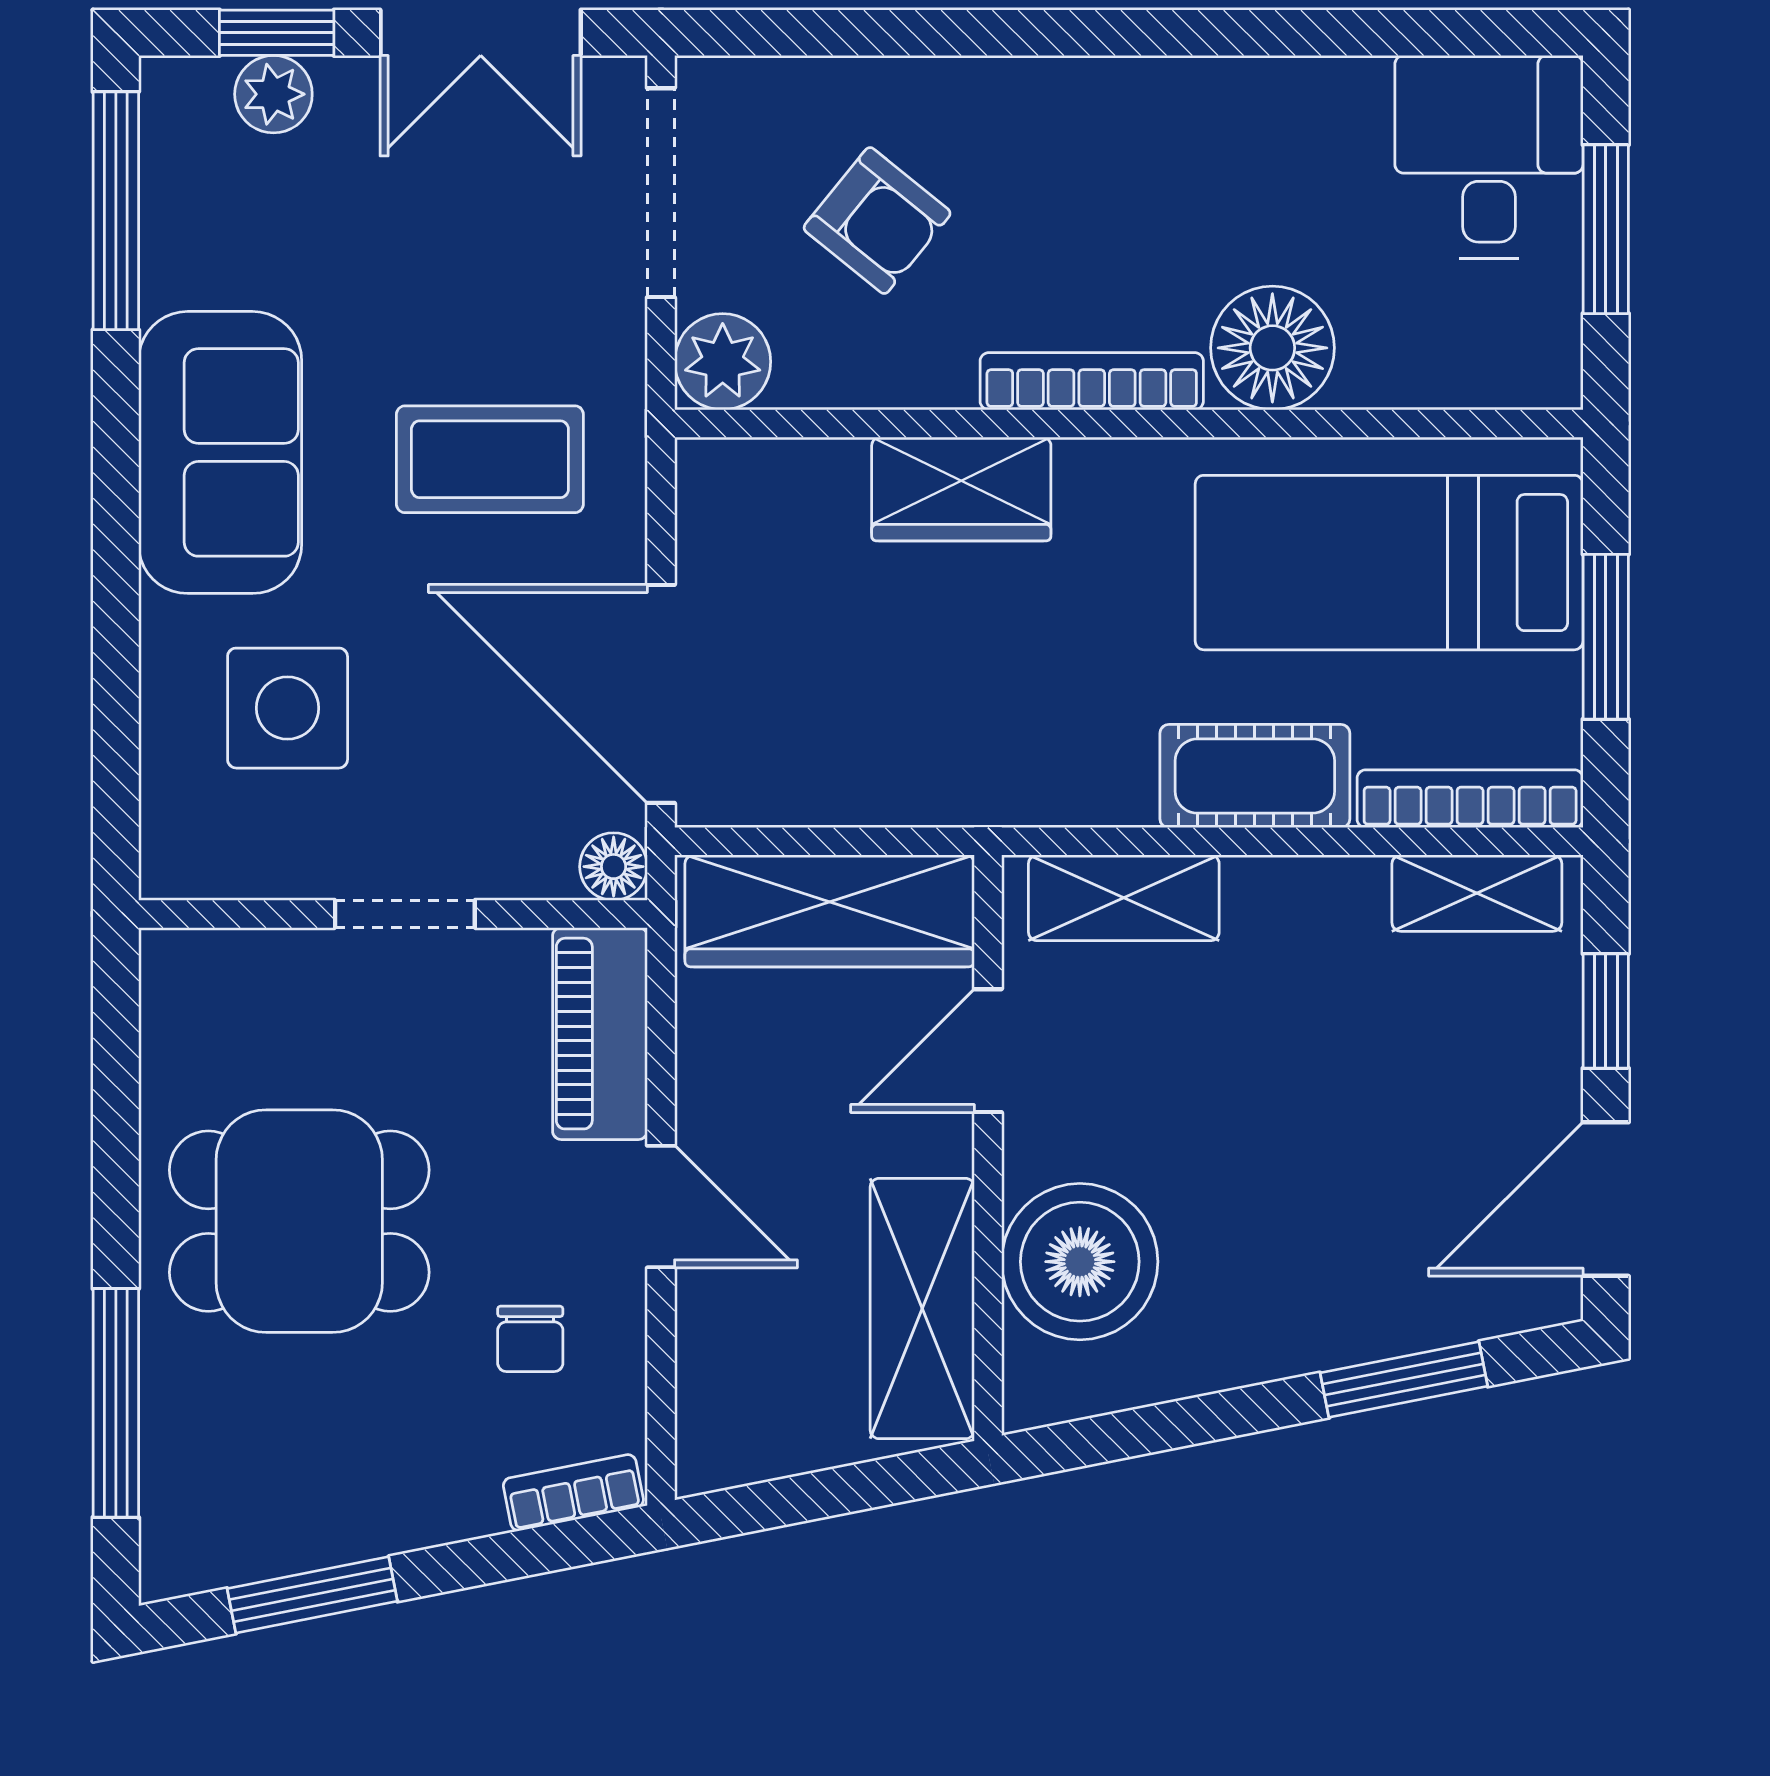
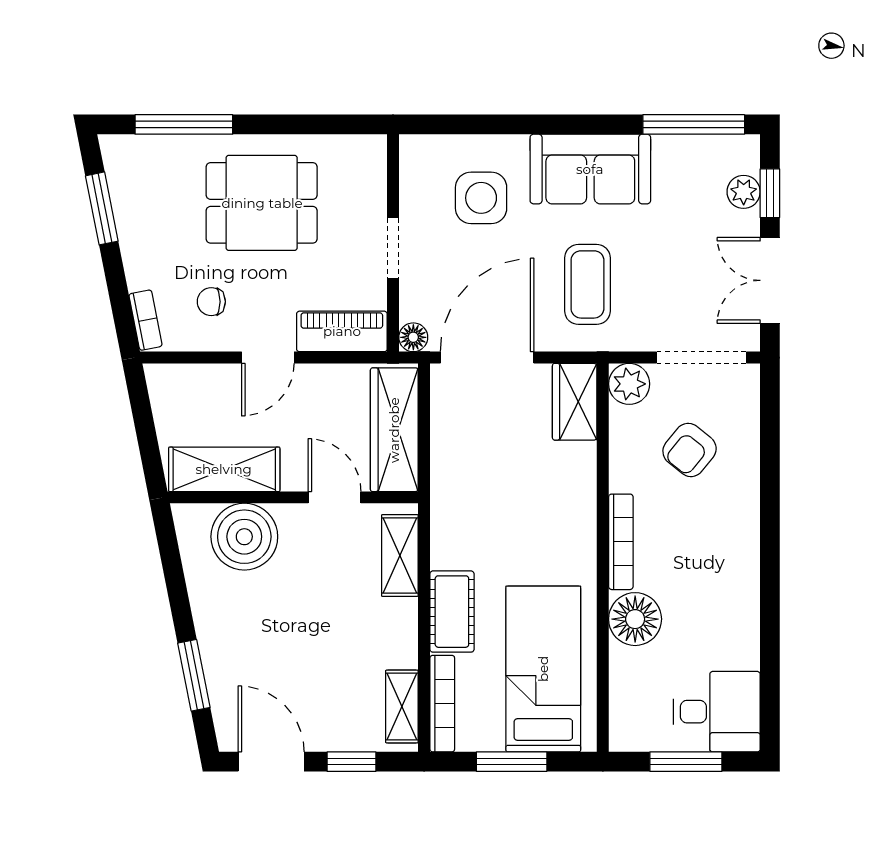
wardrobe: (961, 489) -> (575, 402), moved
dining table: (299, 1221) -> (262, 203), turned 90

